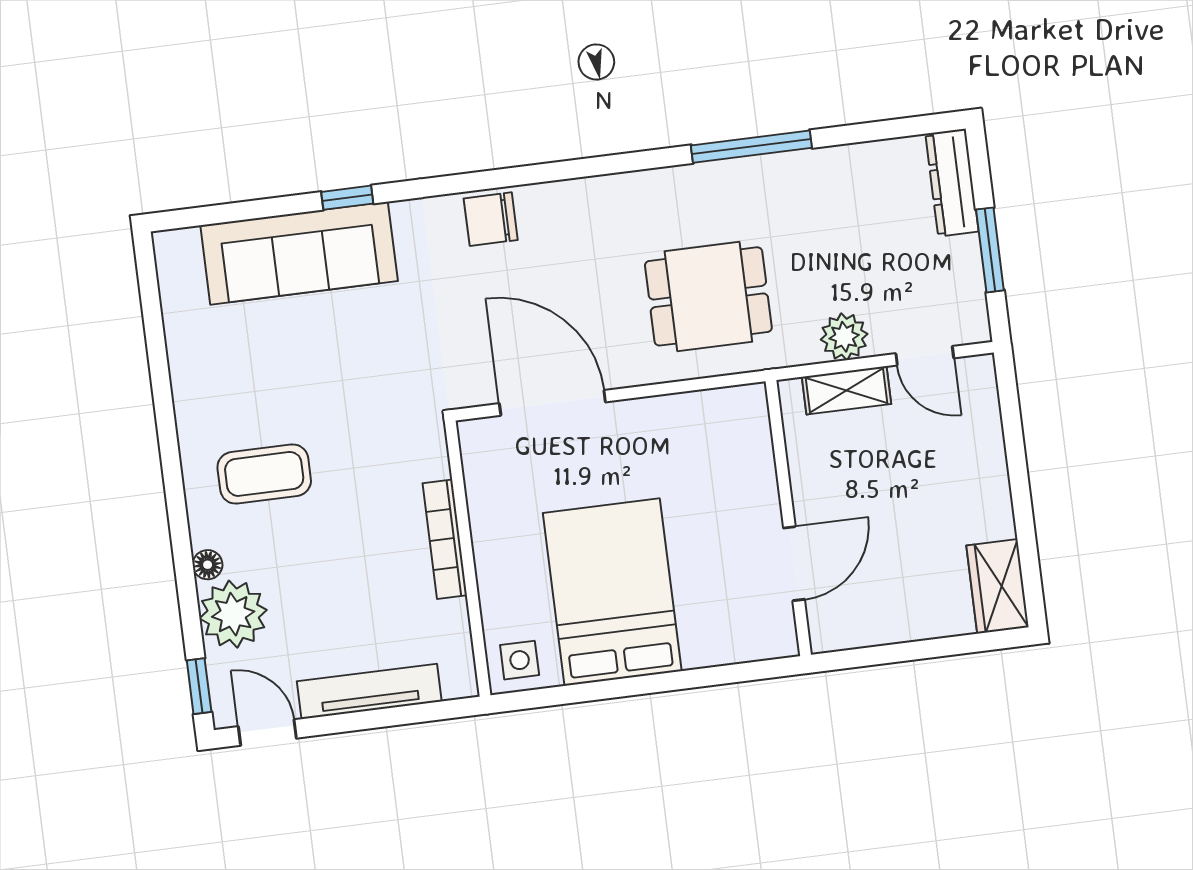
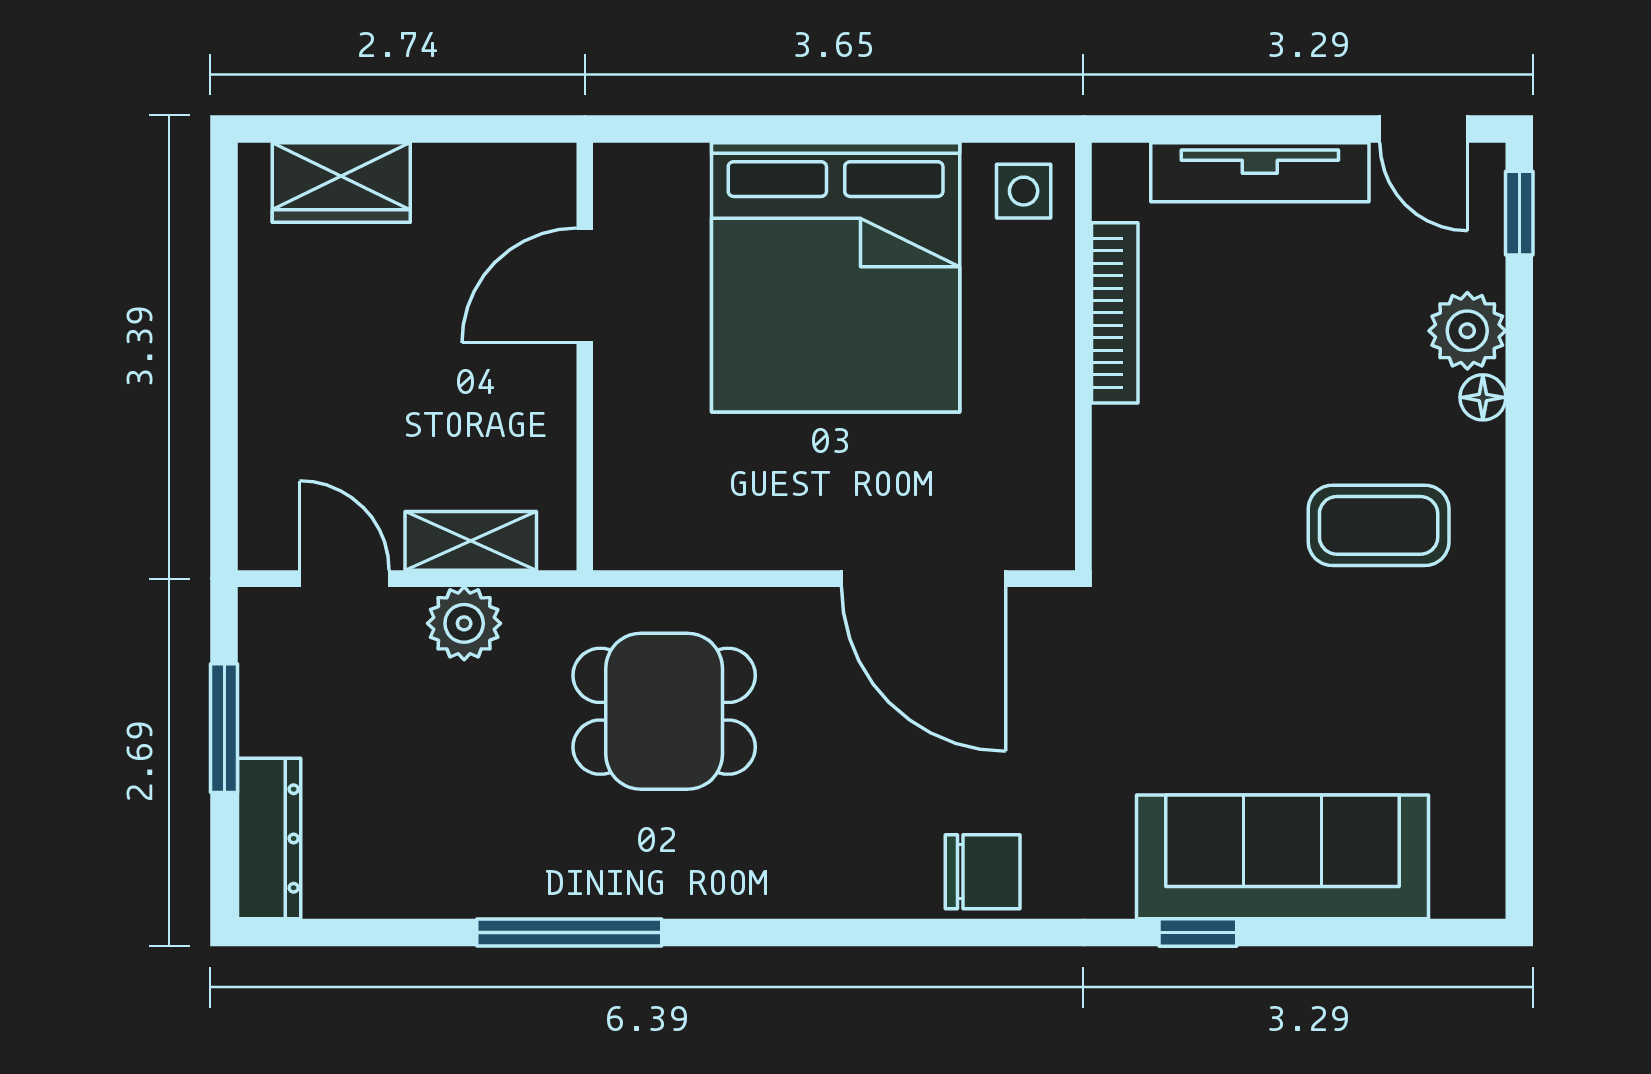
bookcase: (445, 539) -> (1115, 313), moved
wardrobe: (997, 586) -> (341, 183), moved, turned 90
bed: (612, 592) -> (836, 277), width x1.36
plant: (233, 614) -> (1467, 331), width x0.73, depth x0.73

